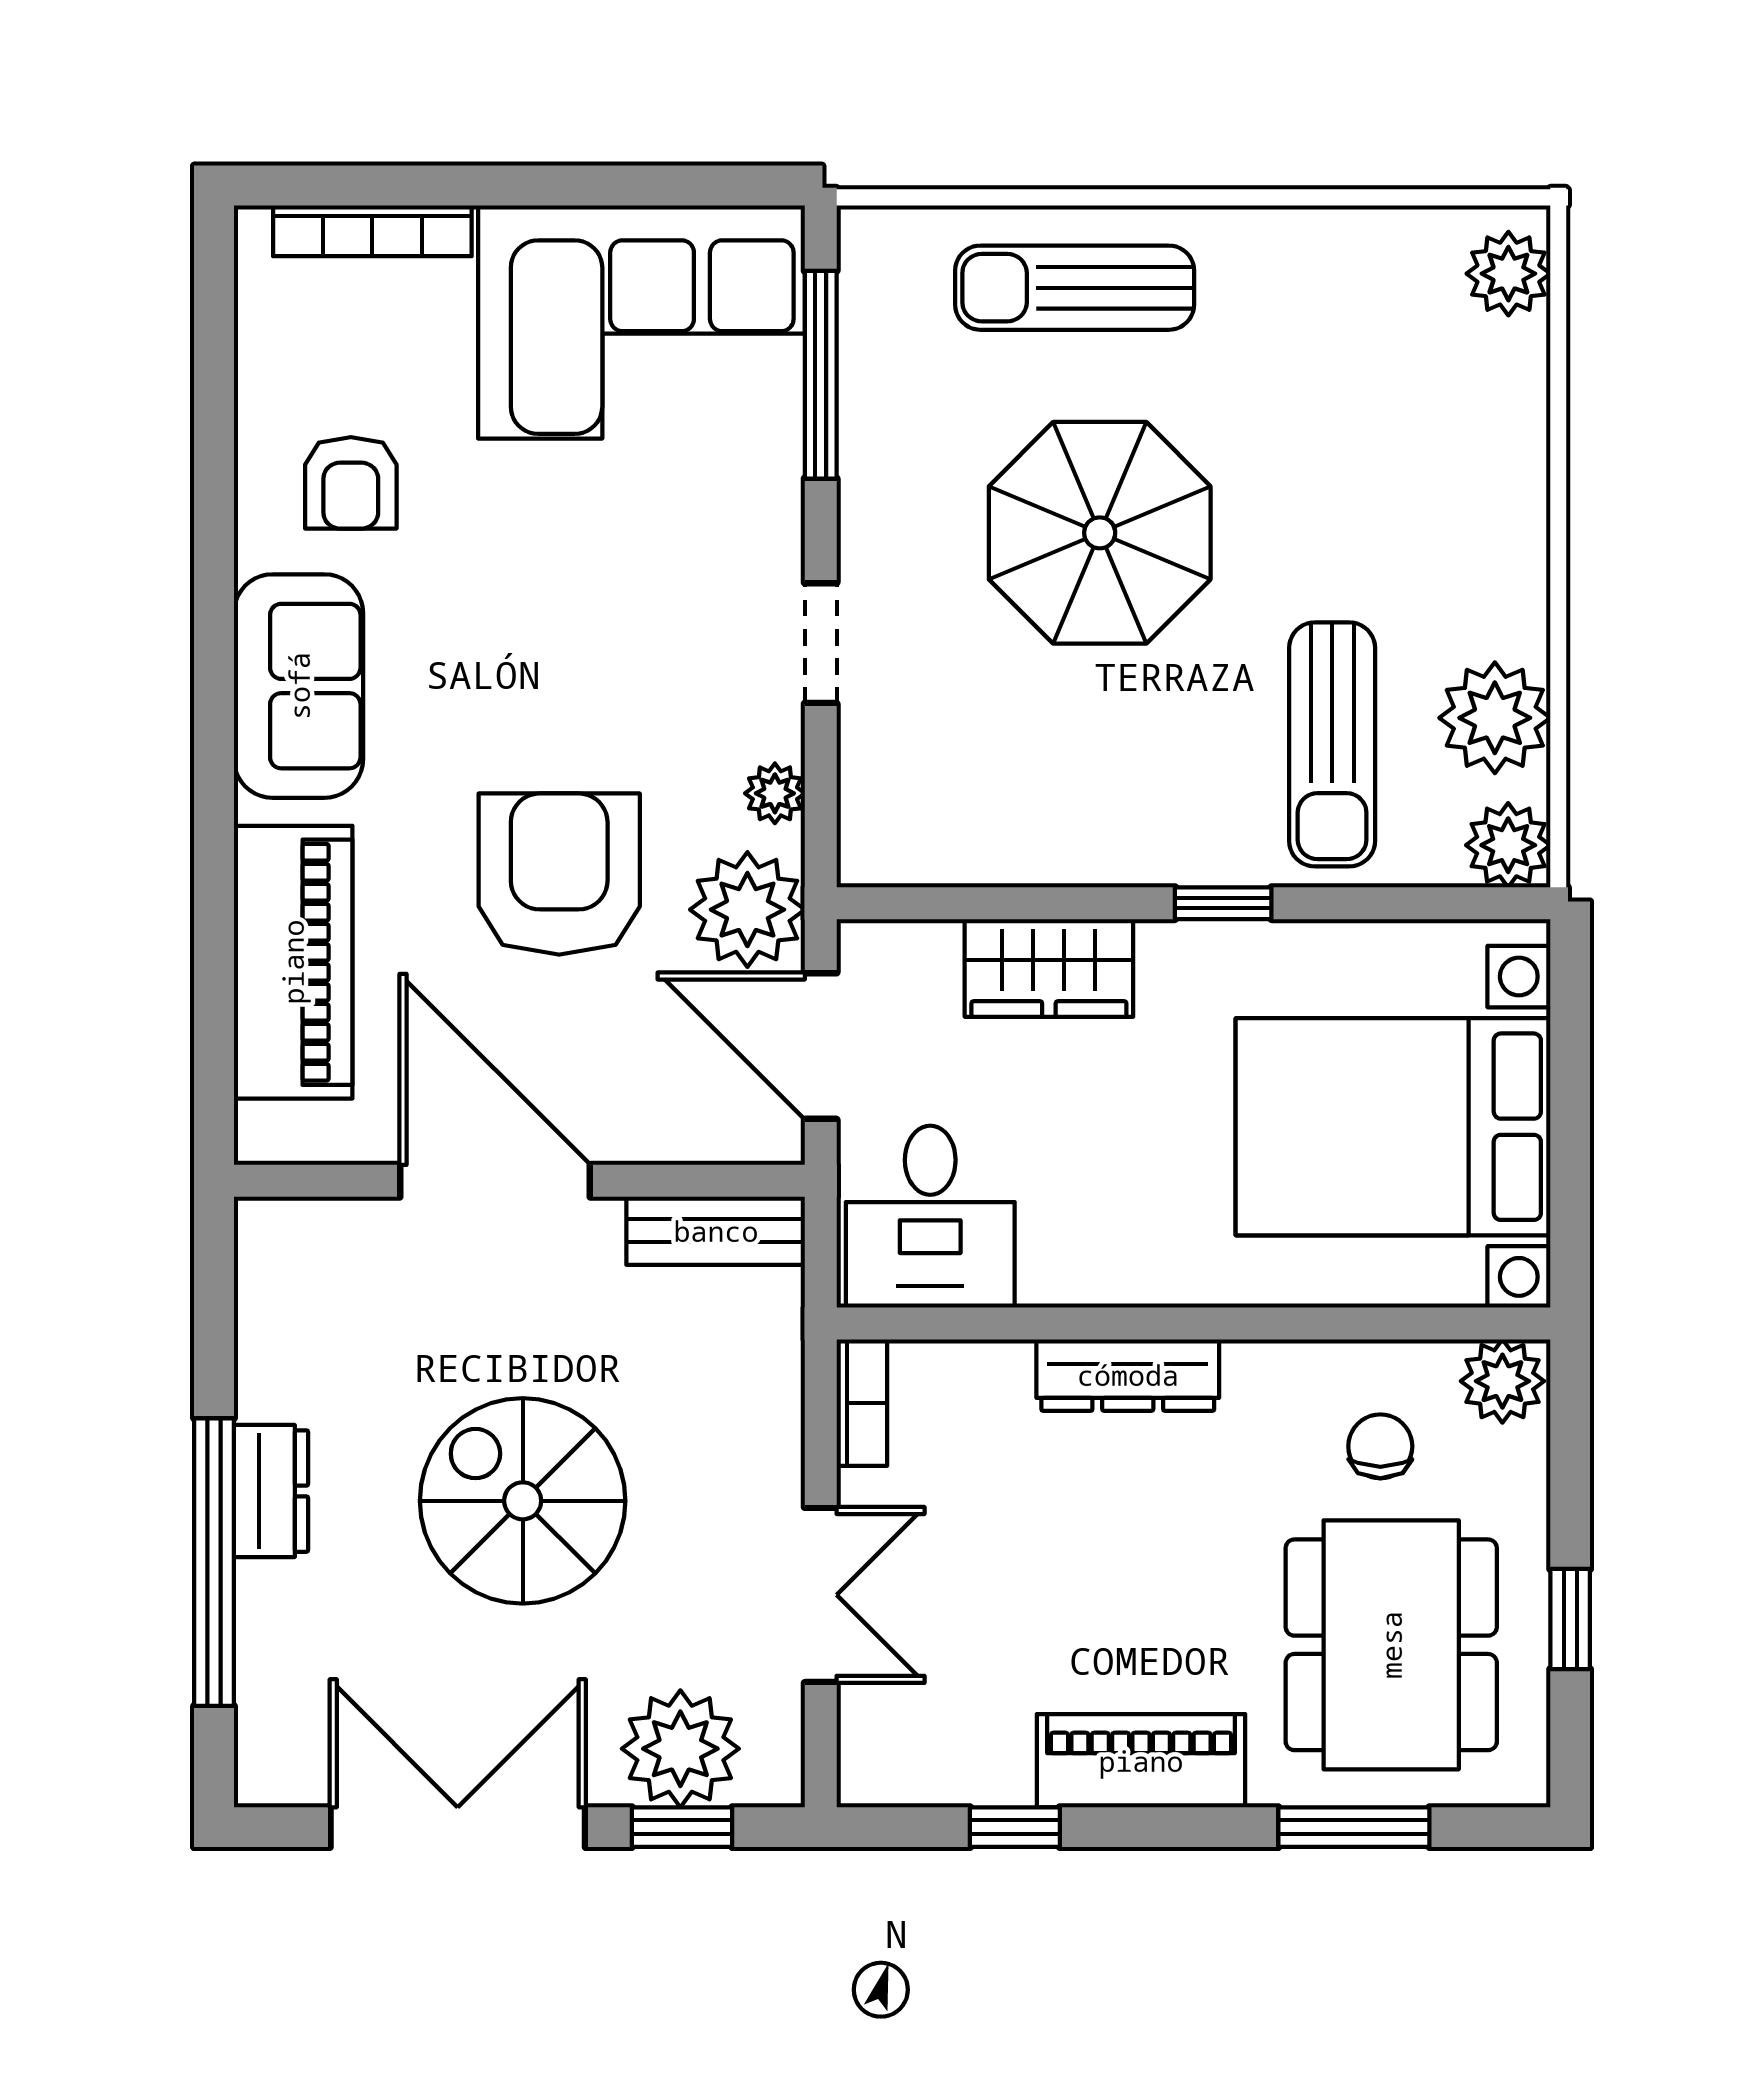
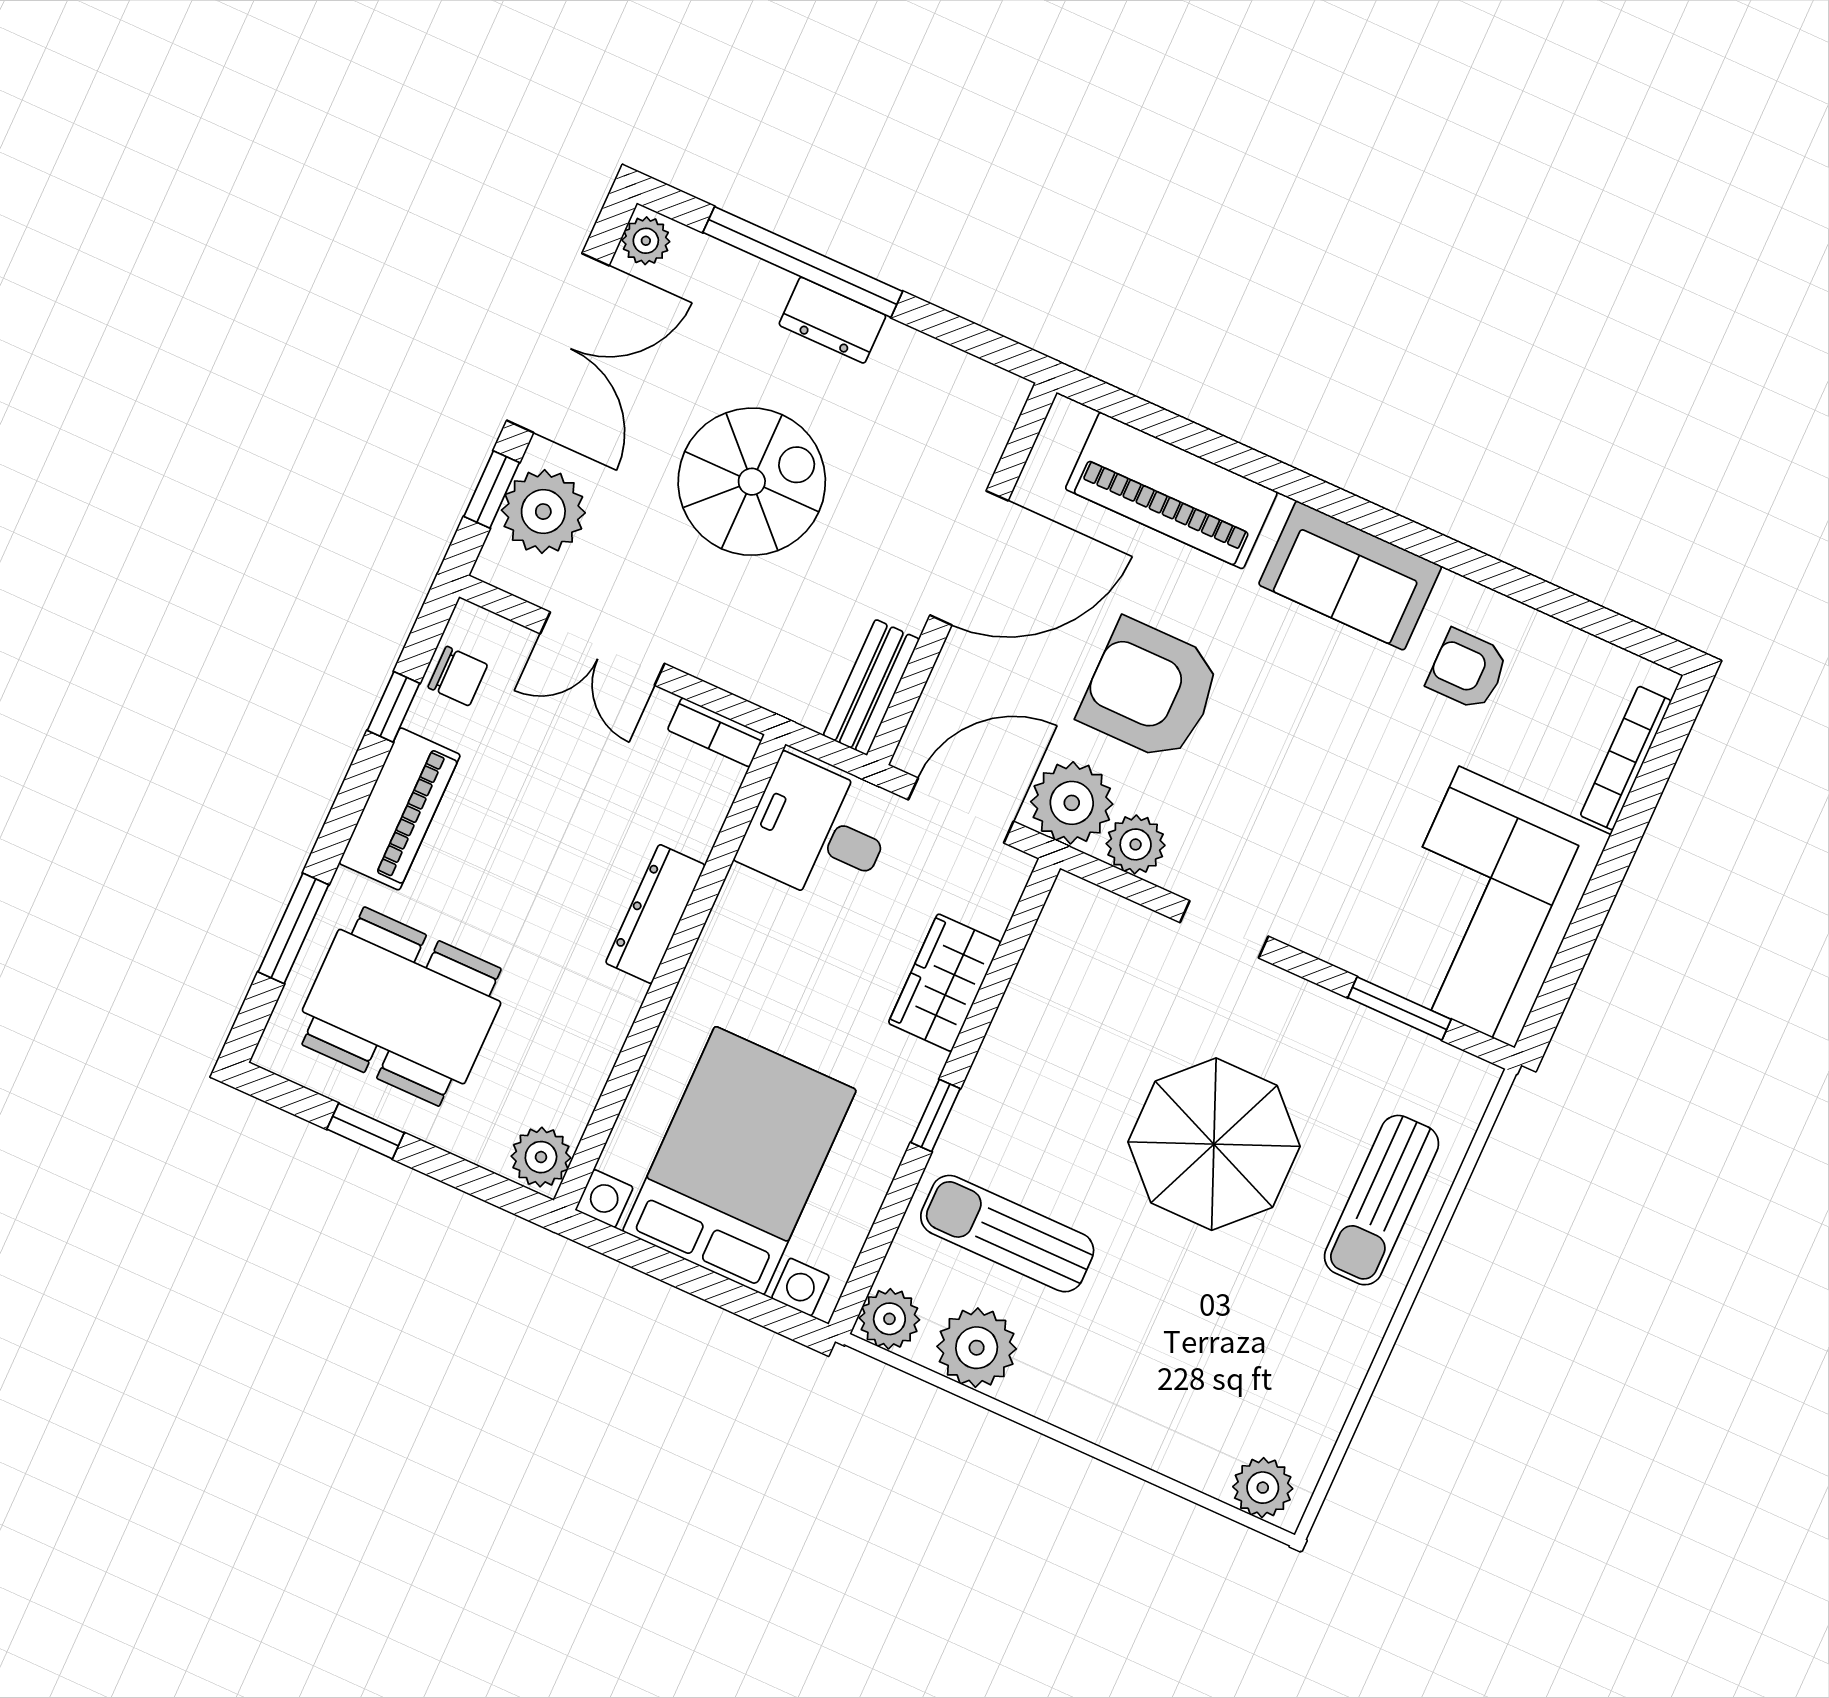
sun lounger: (1075, 288) -> (1382, 1200), turned 180
window: (821, 375) -> (1400, 1009), width x0.69
plant: (775, 793) -> (1136, 844), width x1.38, depth x1.38
armchair: (559, 874) -> (1150, 690), turned 180
chair: (1380, 1446) -> (458, 676), moved
plant: (277, 1774) -> (646, 241), added

